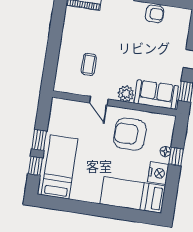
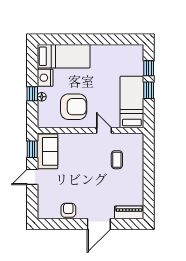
armchair: (155, 14) -> (68, 210), turned 90
plant: (126, 94) -> (82, 140), removed
sofa: (156, 95) -> (47, 151), moved, turned -90
bed: (60, 167) -> (132, 102), moved, turned 180

